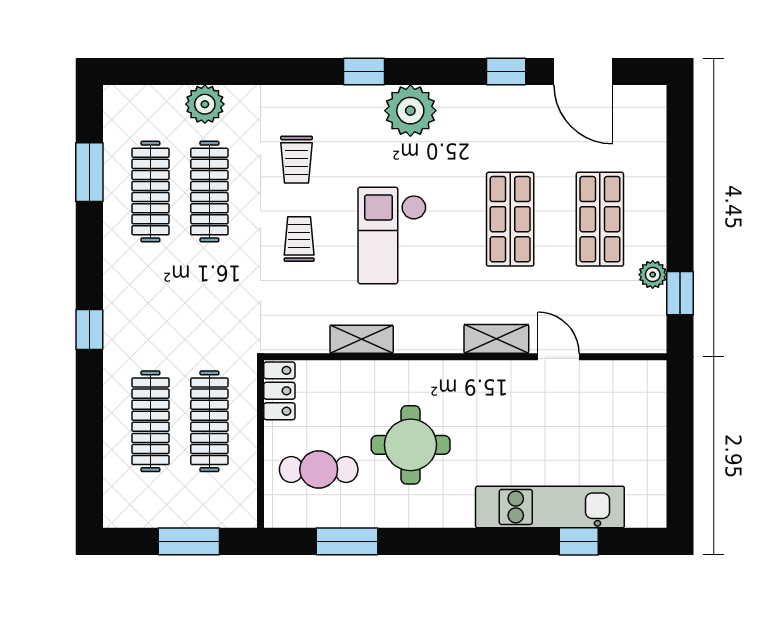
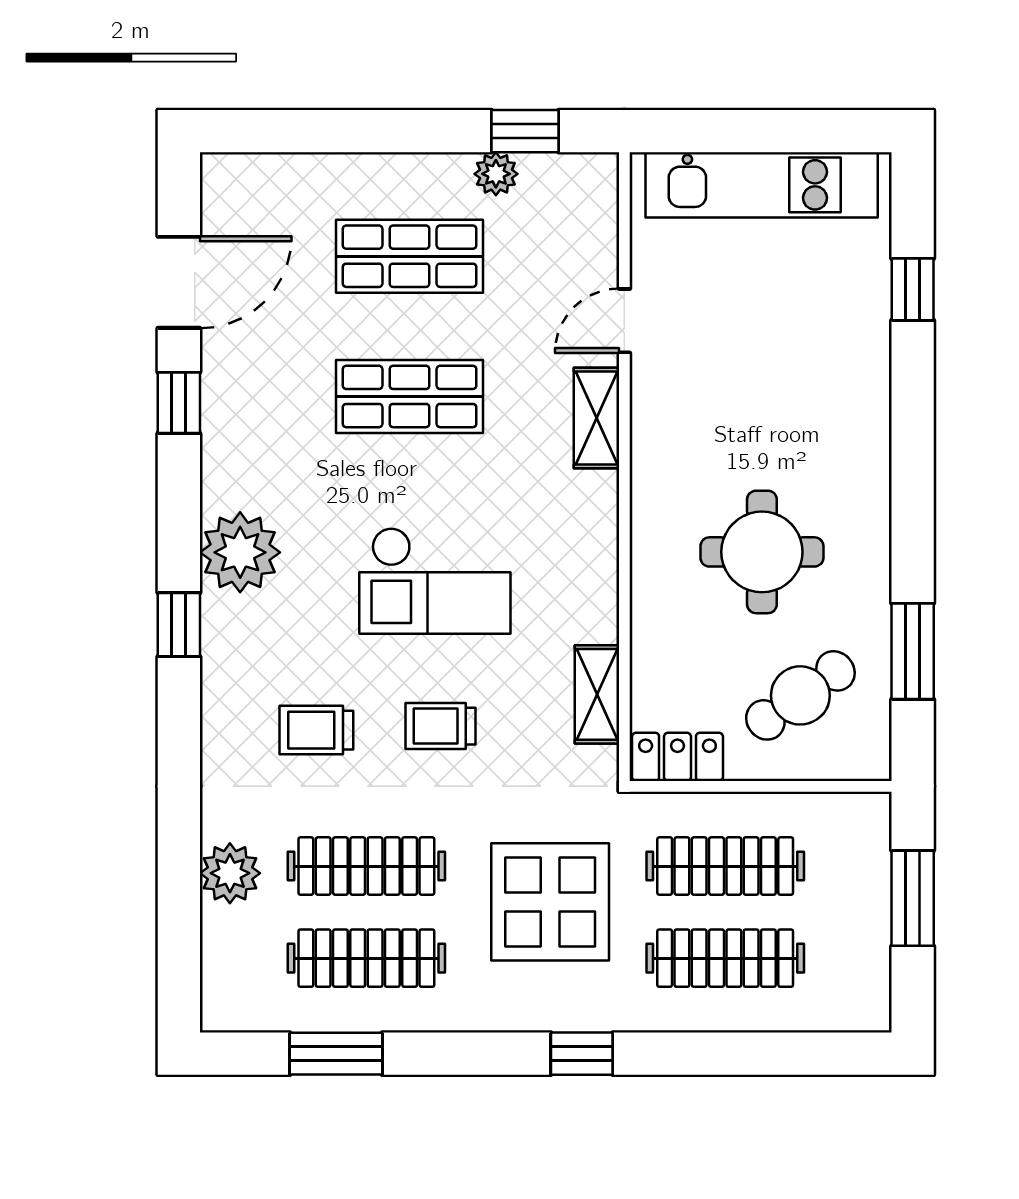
trolley: (297, 160) -> (316, 730), turned 180
display table: (186, 309) -> (550, 902), added
shelving: (362, 339) -> (597, 694), moved
cafe table: (319, 469) -> (800, 695), turned 55
kitchen unit: (550, 507) -> (762, 185), moved, turned -90

